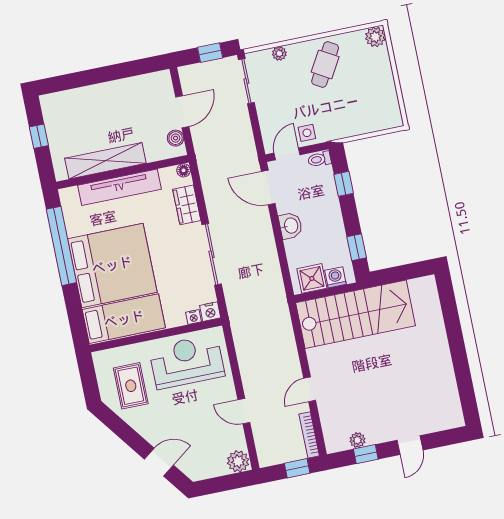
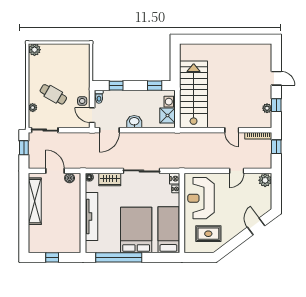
cafe table: (325, 64) -> (53, 94), moved
shelving: (105, 161) -> (35, 201), moved
bed: (112, 265) -> (136, 230), width x0.73

